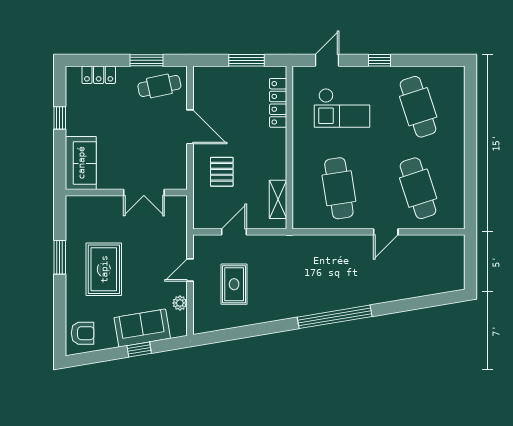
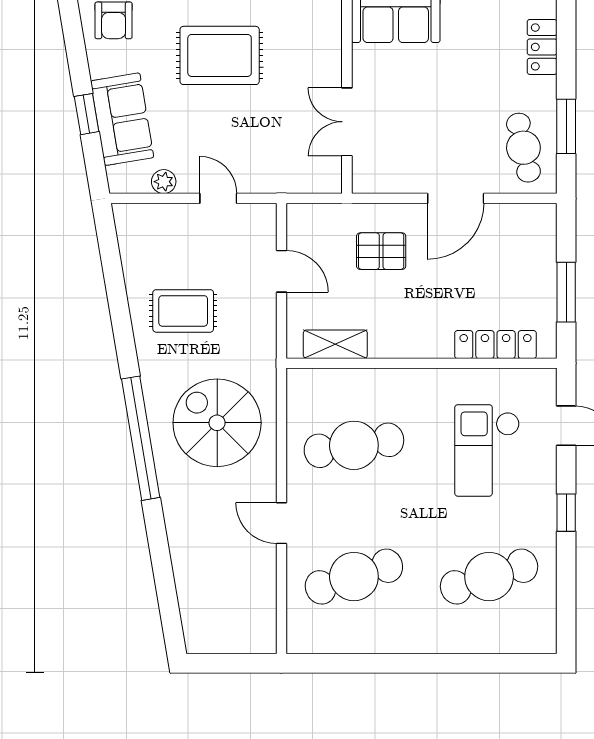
spiral stairs: (325, 271) -> (217, 423), added
rug: (234, 284) -> (183, 311), moved

